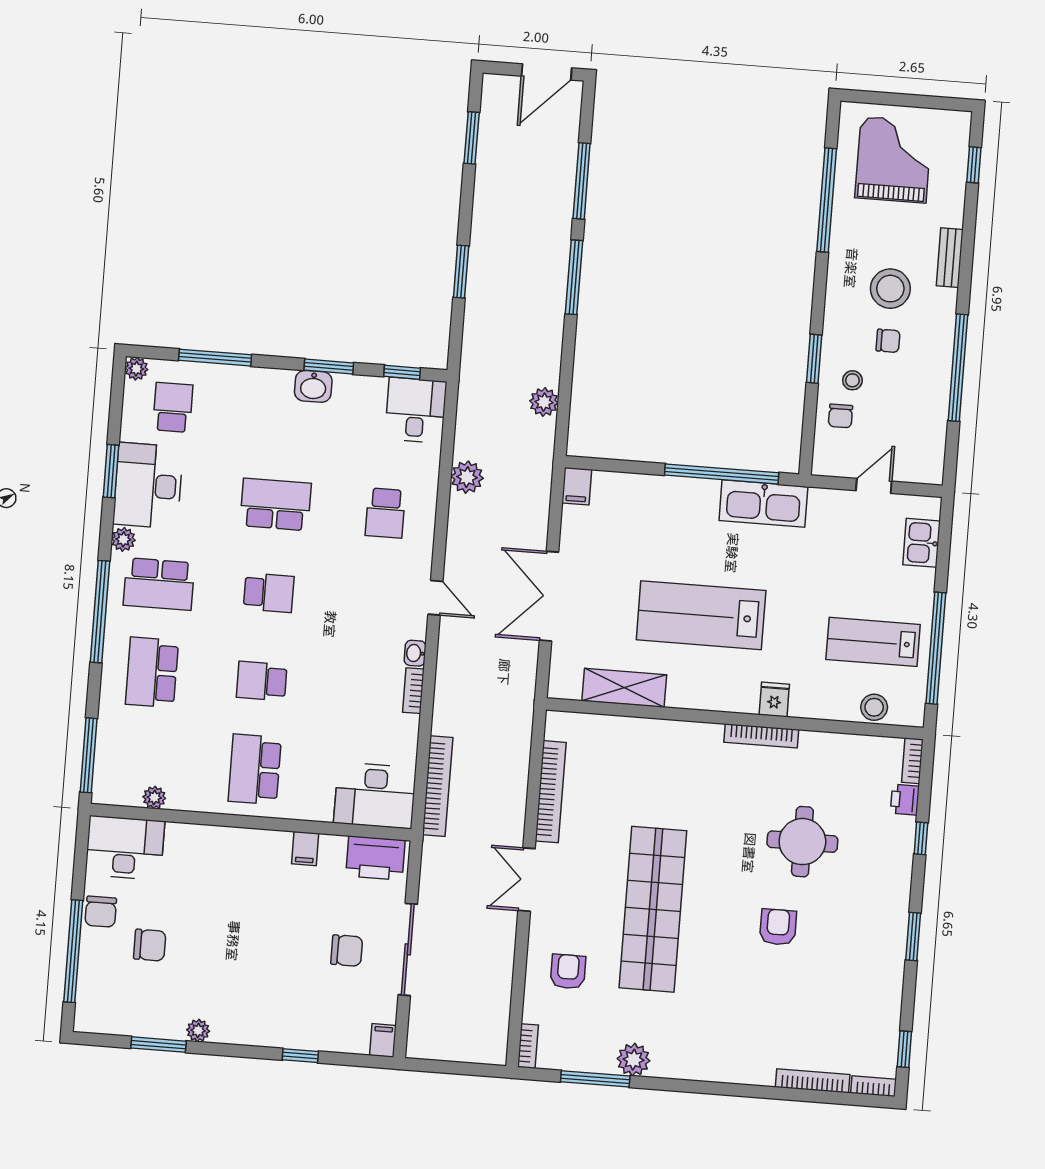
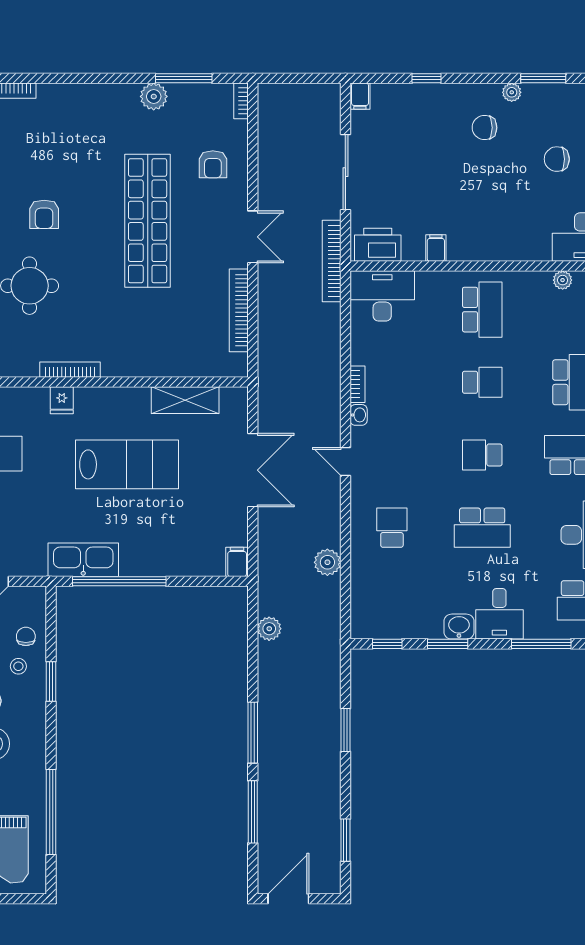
desk: (416, 410) -> (499, 614), moved
bookcase: (438, 786) -> (332, 261), moved
chair: (347, 951) -> (484, 128), moved

